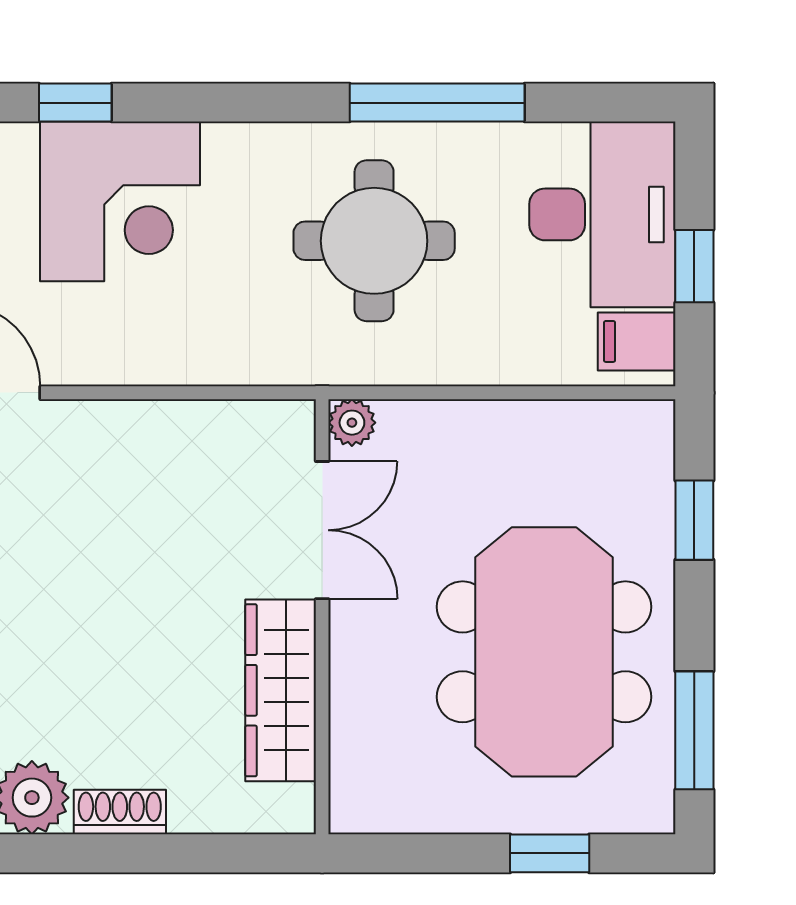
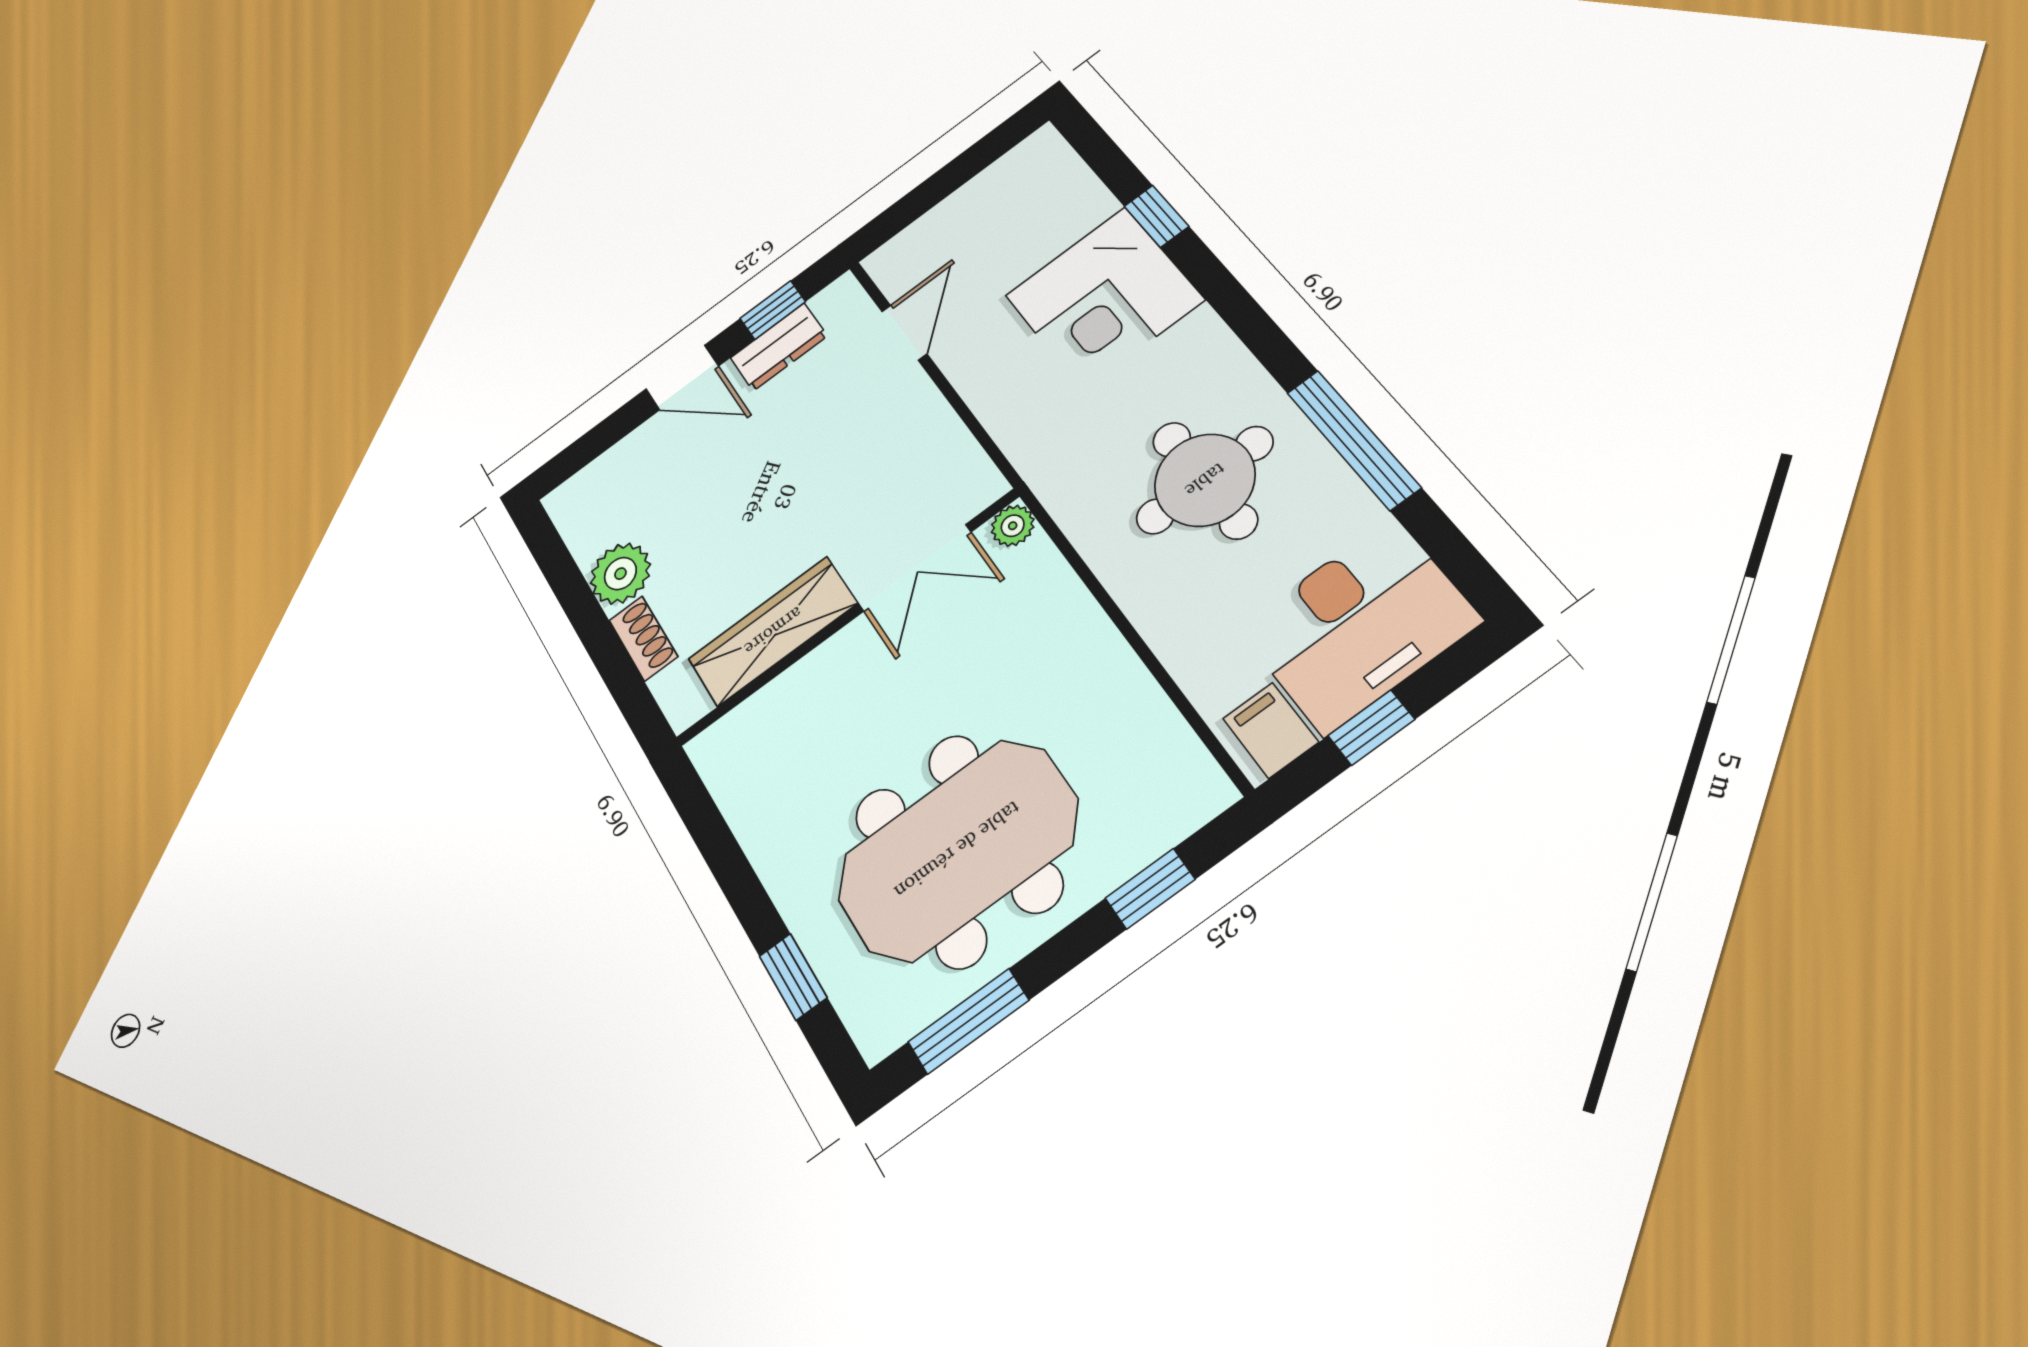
plant: (352, 423) -> (1013, 526), moved
double door: (322, 530) -> (915, 568), moved
wall: (322, 617) -> (847, 617), moved
wardrobe: (281, 690) -> (773, 631), moved

